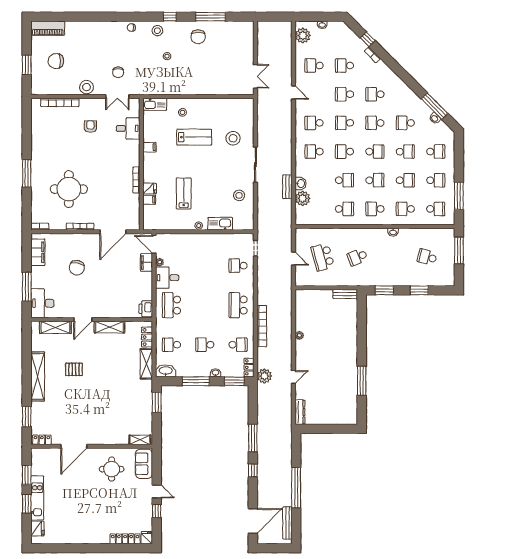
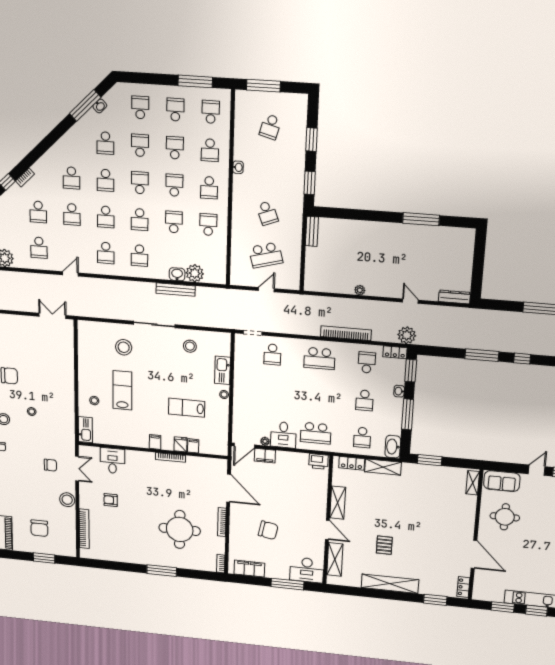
filing cabinet: (150, 147) -> (155, 442), moved
bench: (287, 187) -> (176, 290), width x1.36

